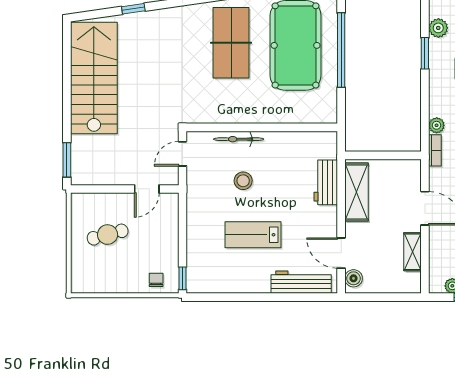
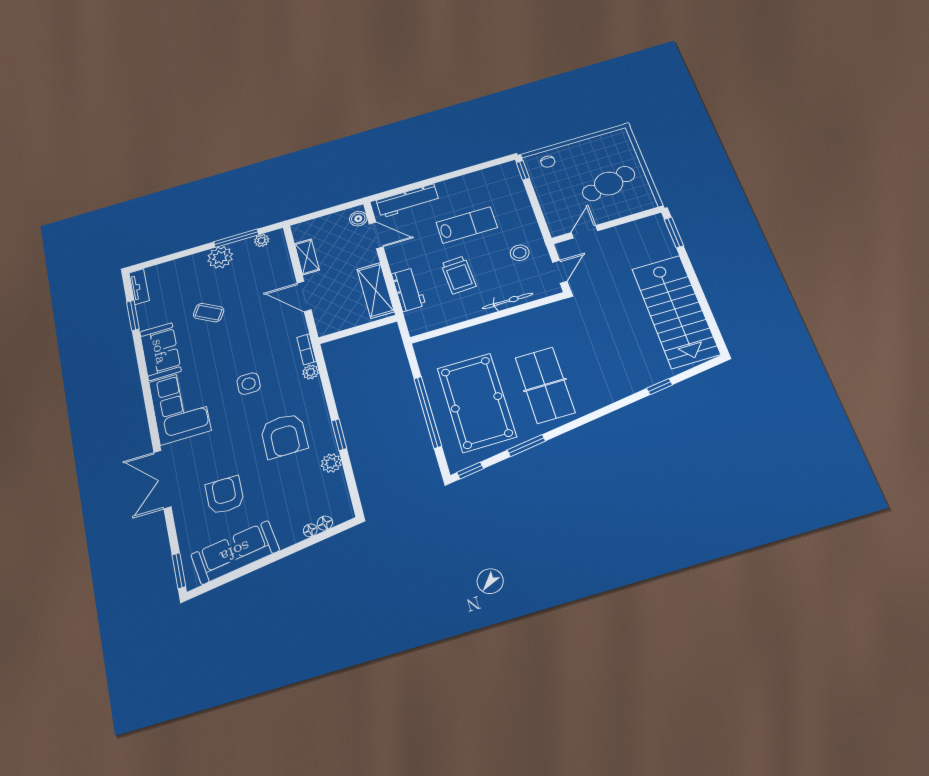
stool: (243, 181) -> (520, 253), moved
trolley: (276, 182) -> (458, 275), added
cafe table: (108, 235) -> (609, 183), width x1.37, depth x1.35

